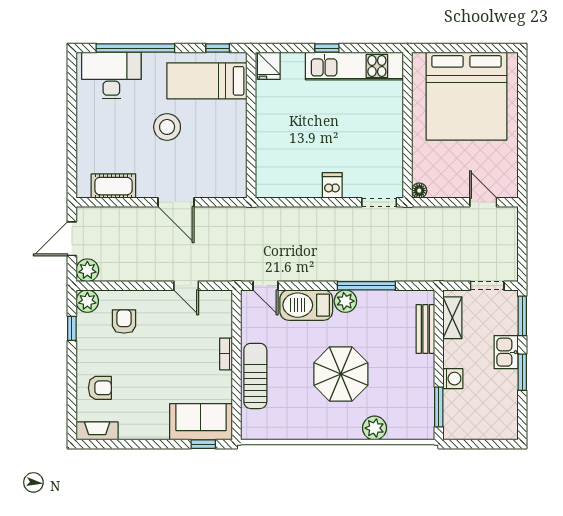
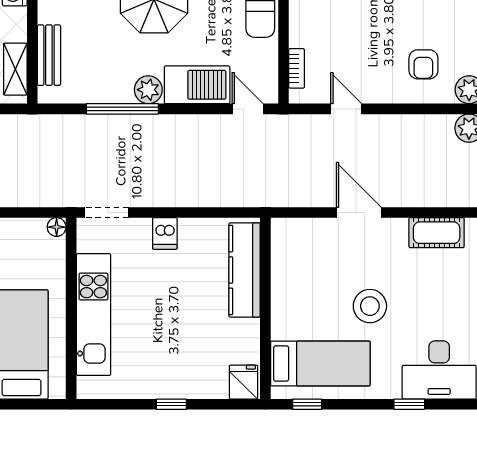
window: (135, 48) -> (409, 404), width x0.32
kitchen unit: (354, 66) -> (93, 315), moved, turned 90
kitchen counter: (268, 156) -> (245, 270), added
bookcase: (226, 354) -> (297, 68), moved

